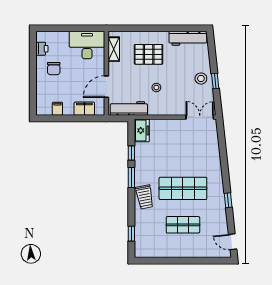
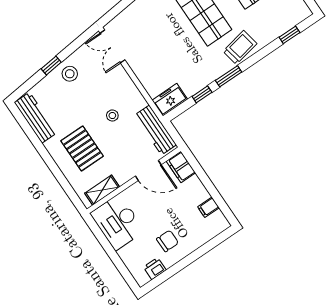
window: (215, 81) -> (51, 66), moved
filing cabinet: (84, 109) -> (181, 167), moved

